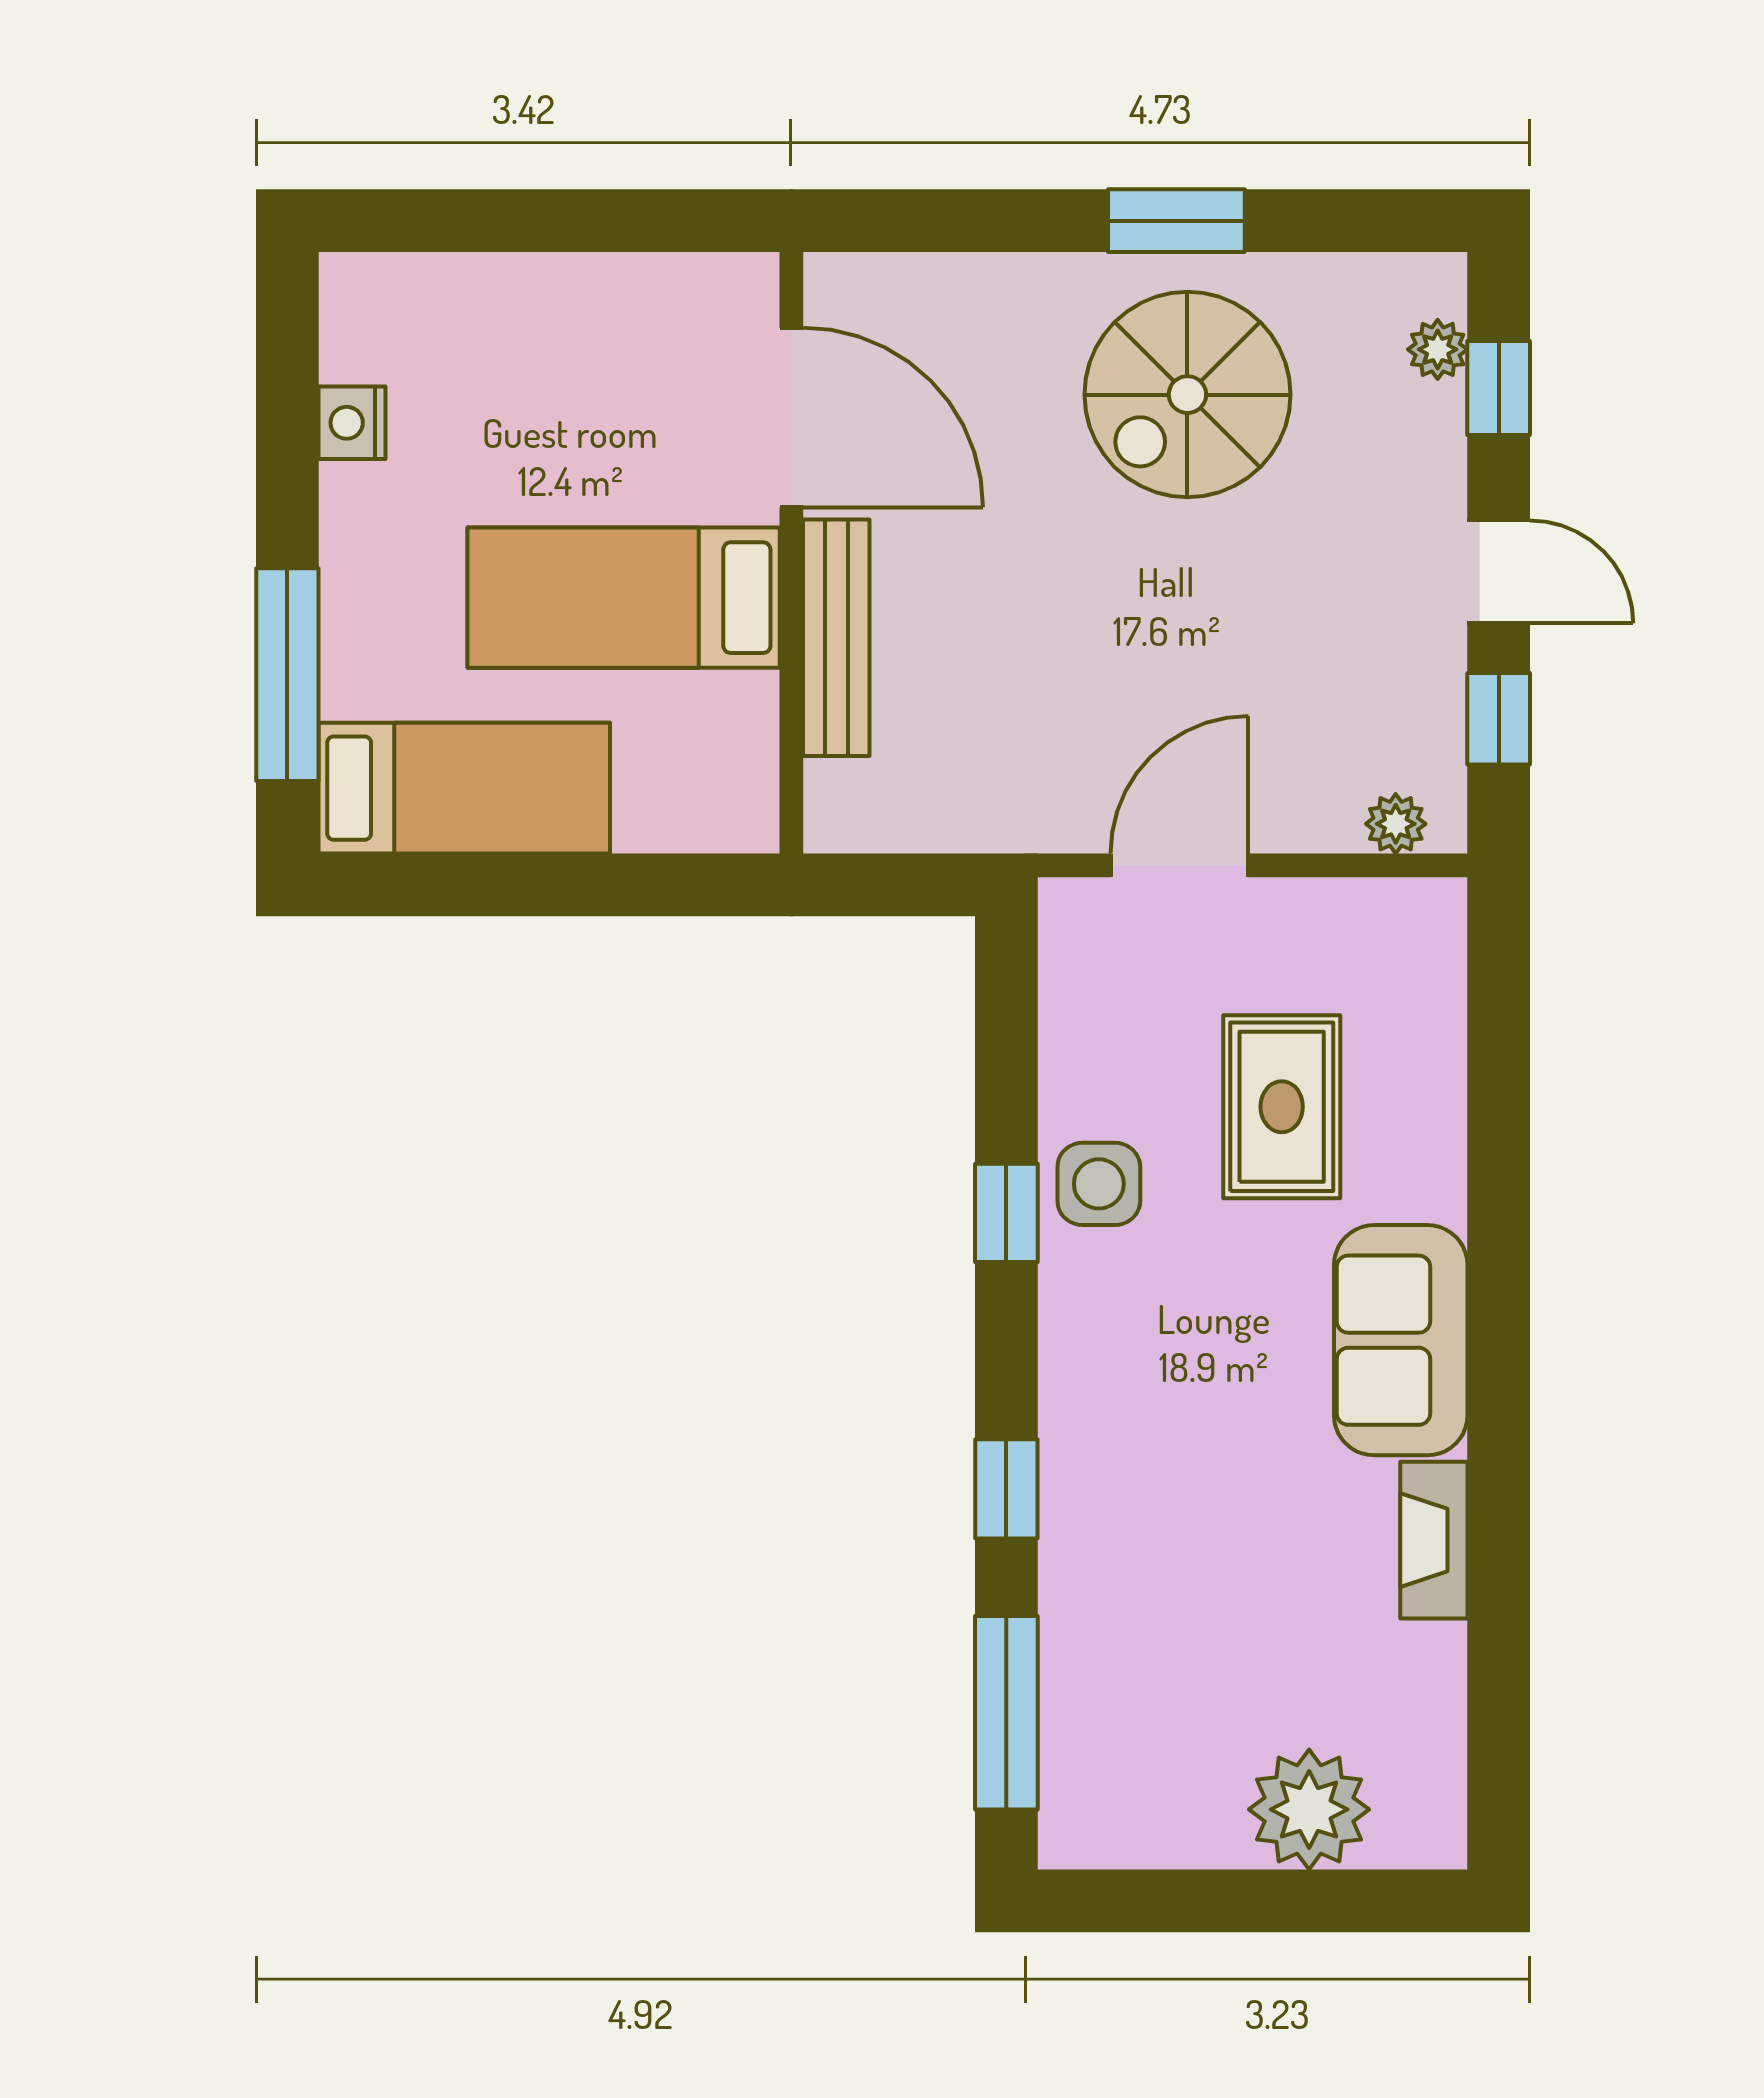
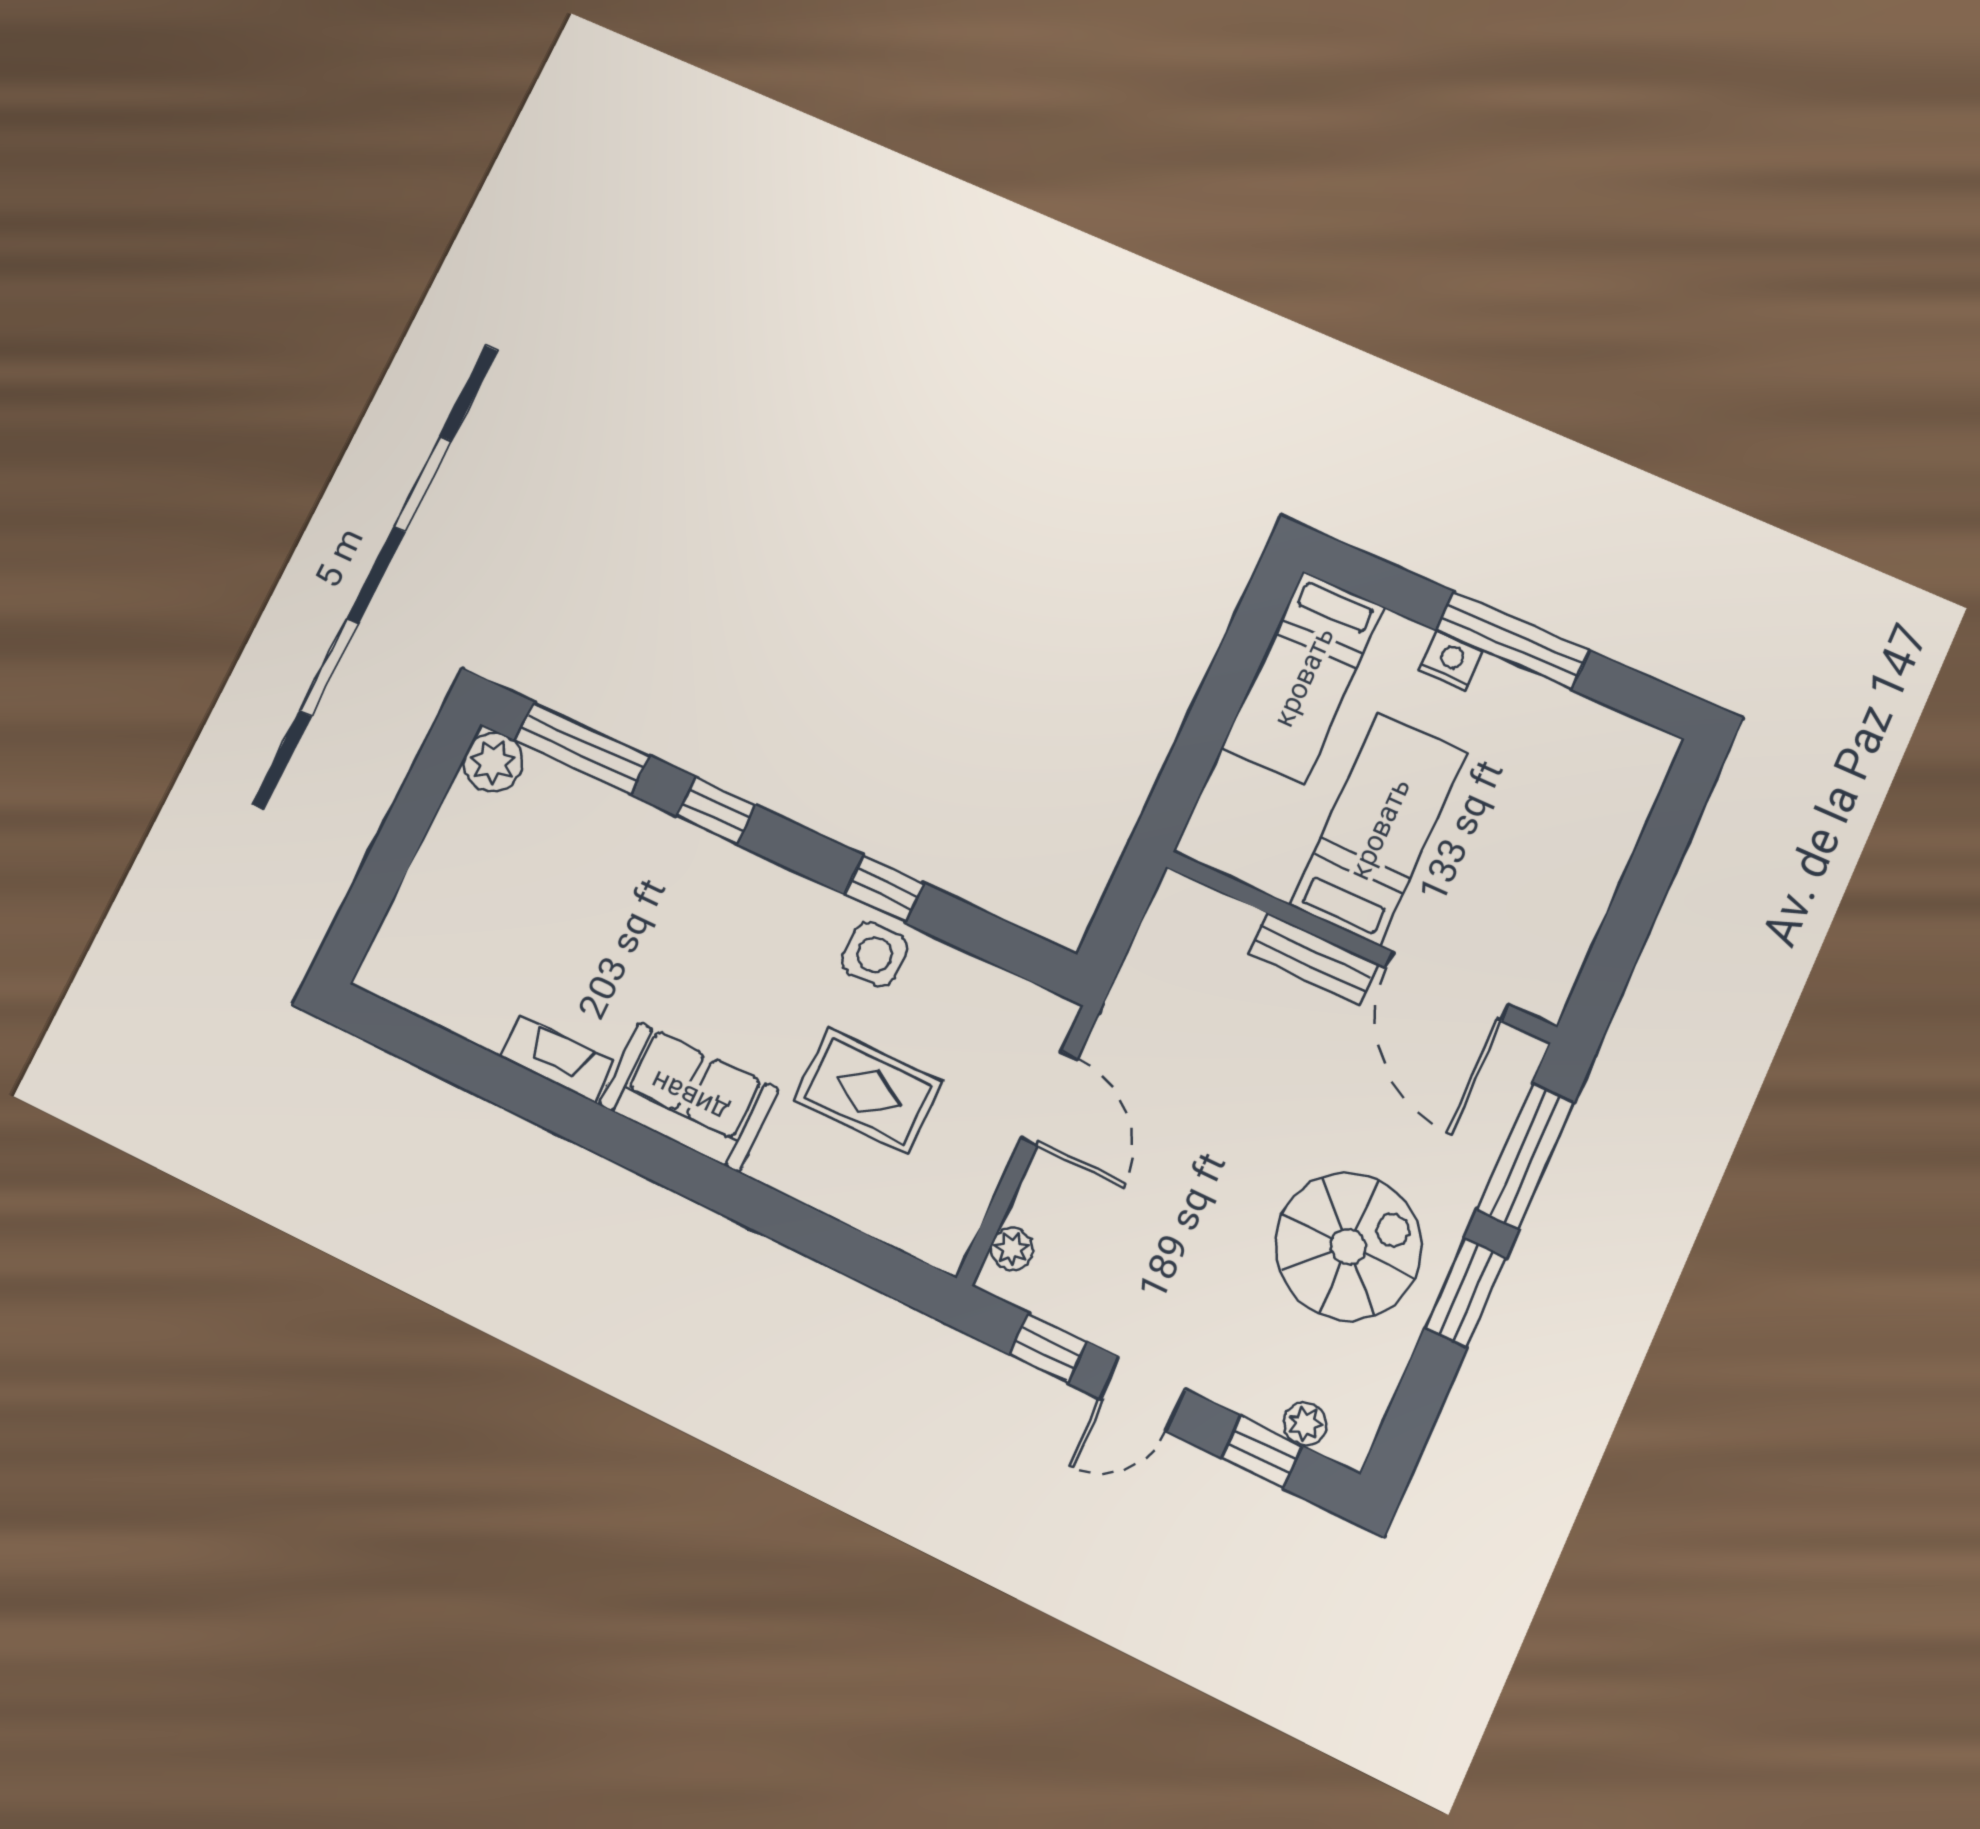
window: (966, 221) -> (1525, 1156), added
spiral stairs: (1187, 395) -> (1348, 1246), turned 90
door: (791, 417) -> (1447, 986), hinge flipped
nightstand: (352, 423) -> (1451, 661), moved
bench: (836, 638) -> (1313, 959), width x0.73
window: (287, 675) -> (1513, 640), moved
plant: (1309, 1809) -> (493, 762), moved, width x0.73, depth x0.73

